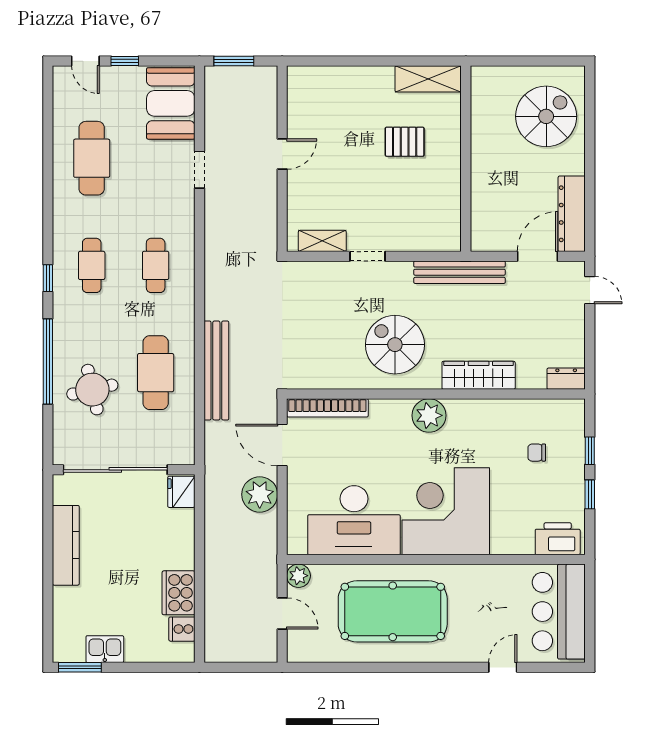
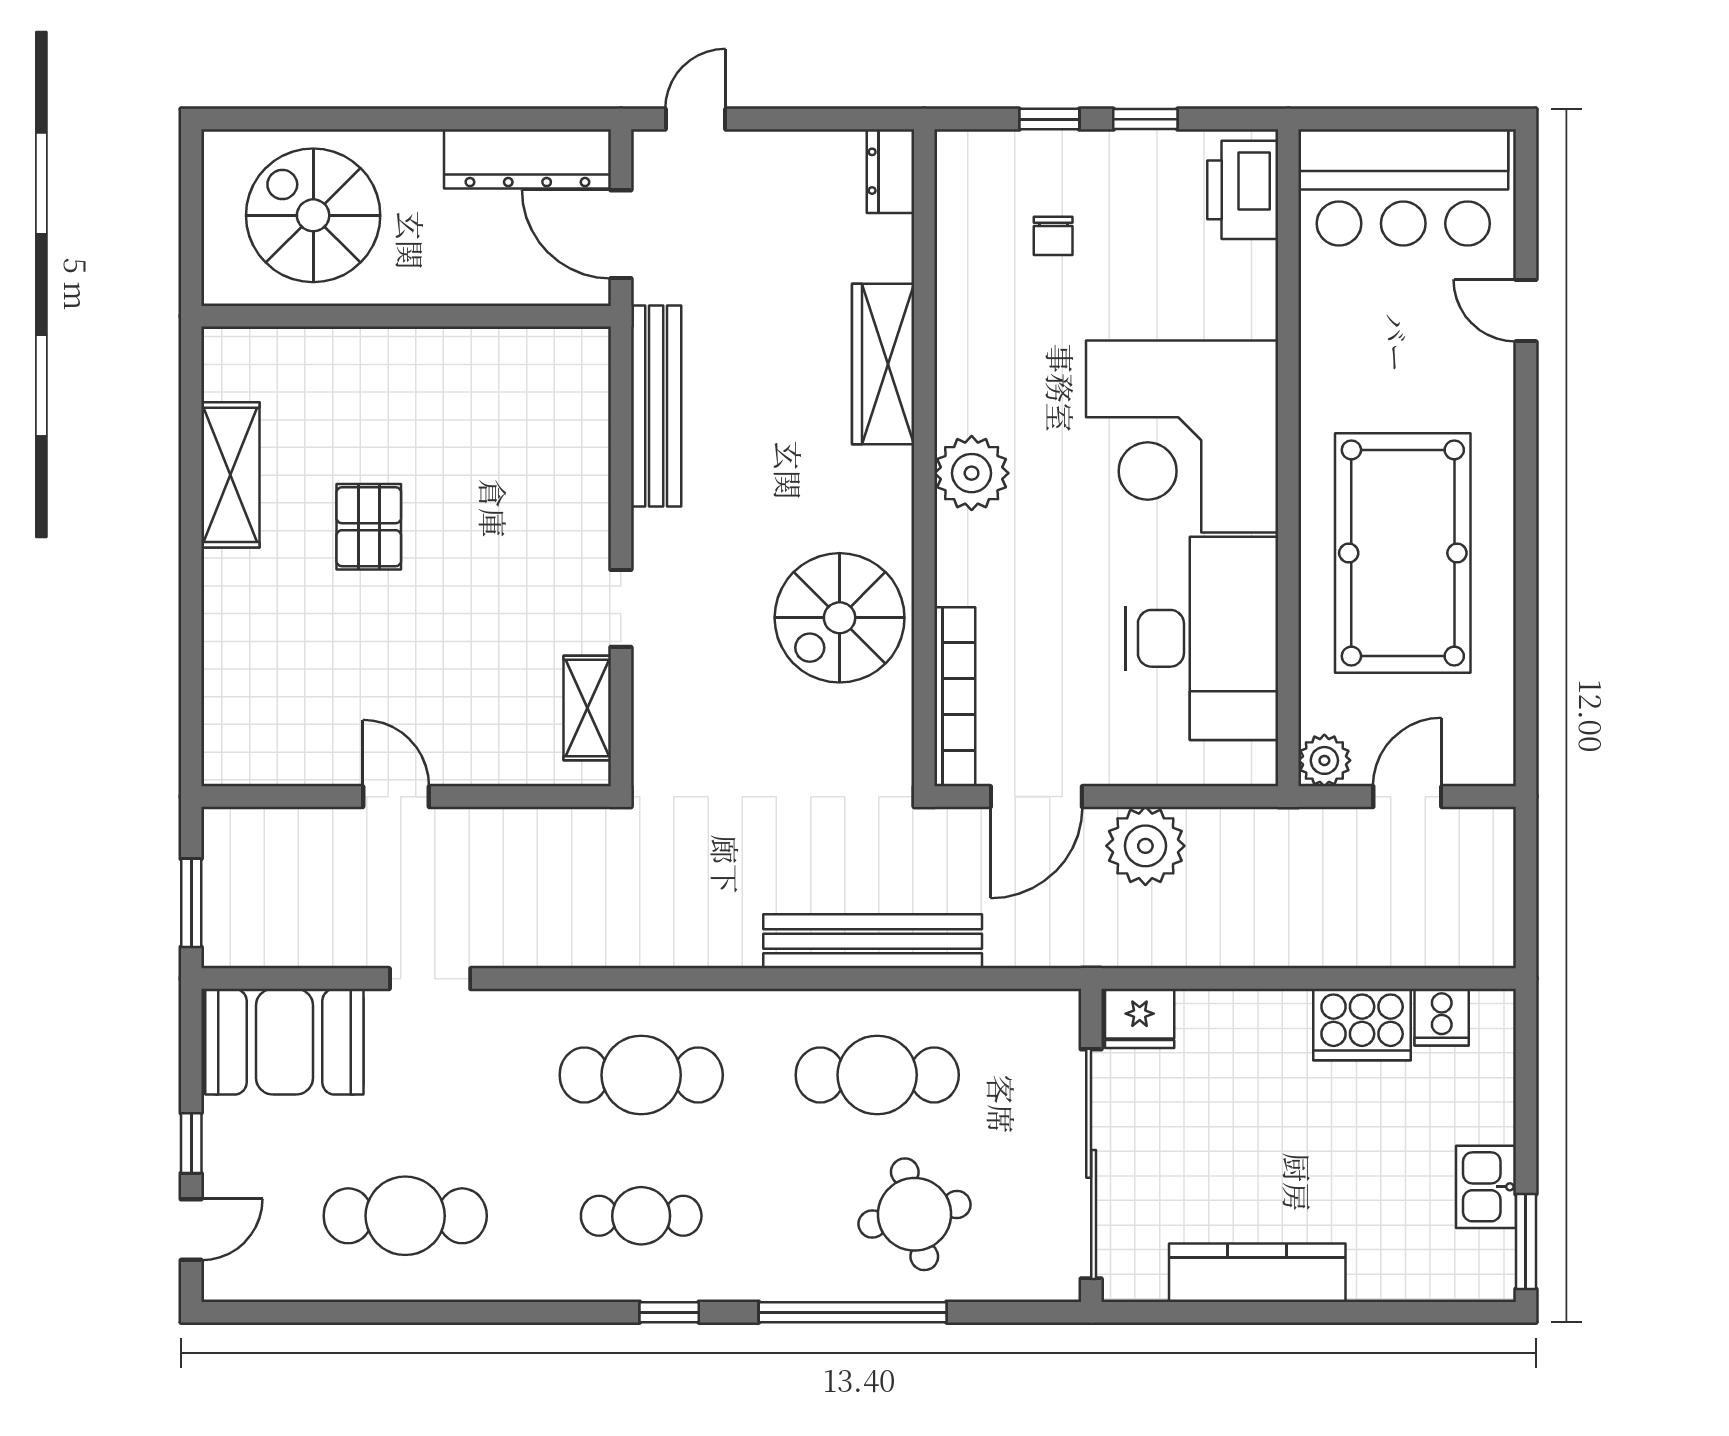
wall: (466, 159) -> (406, 316), moved
cafe table: (156, 265) -> (641, 1075), width x1.37, depth x1.35
spiral stairs: (395, 345) -> (840, 618), moved

